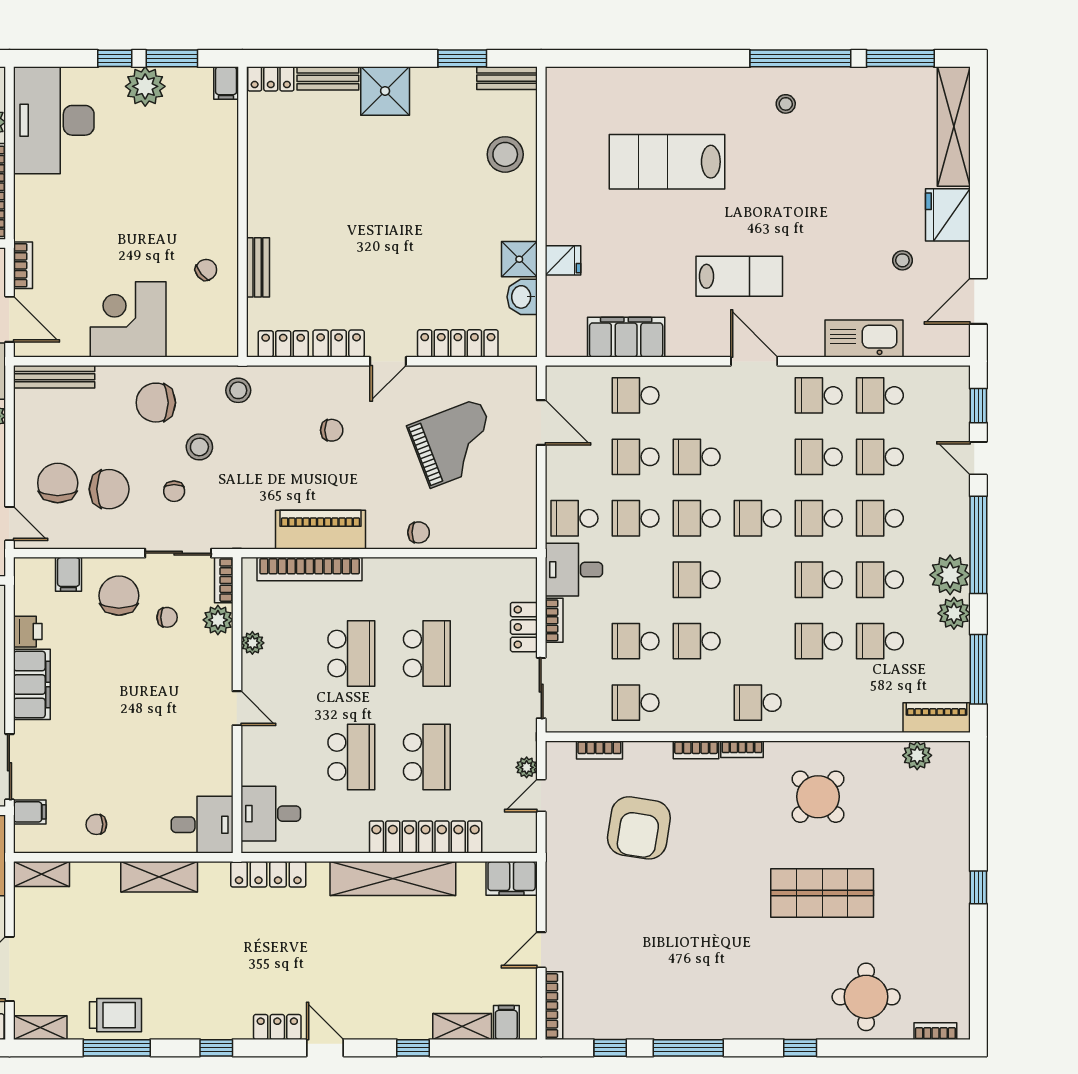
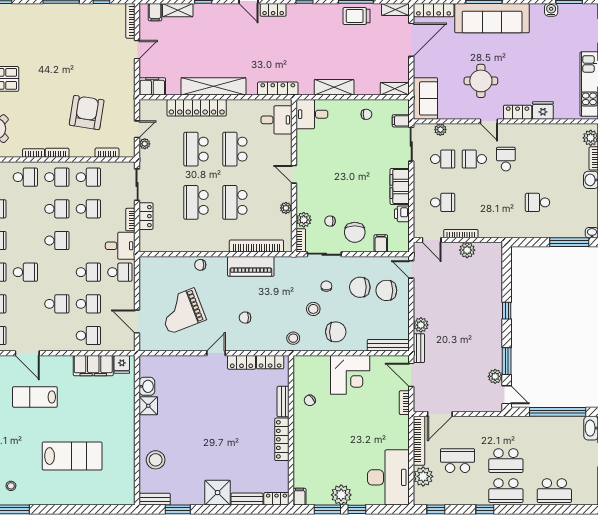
fridge: (563, 260) -> (122, 364), moved, turned -90
locker: (458, 343) -> (282, 439), moved, turned 90
chair: (58, 483) -> (386, 290), turned 90
school desk: (697, 518) -> (57, 177), moved

